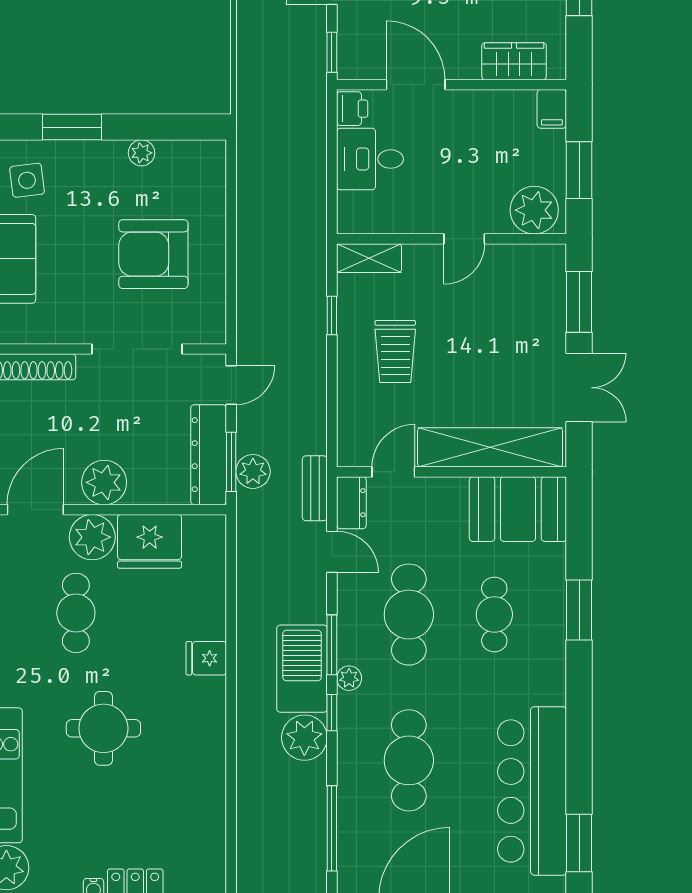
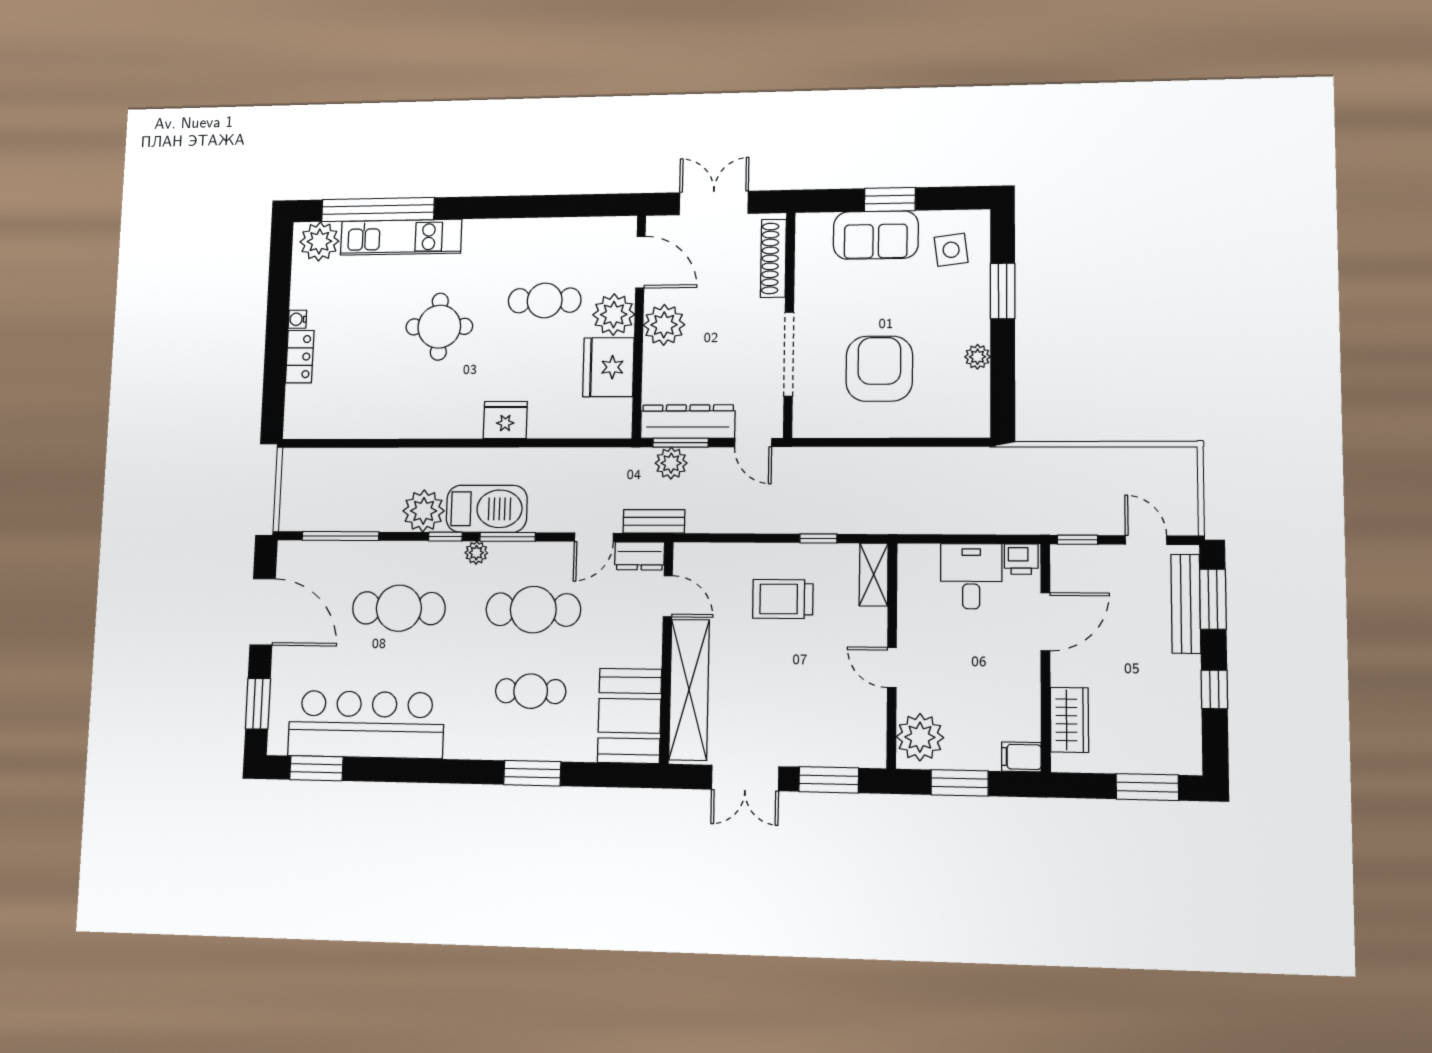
fridge: (206, 658) -> (505, 420), width x1.38

